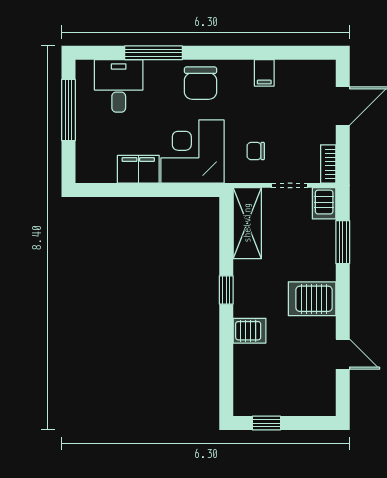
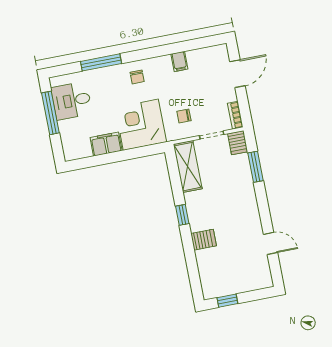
chair: (200, 83) -> (137, 77), width x0.54, depth x0.54
desk: (119, 86) -> (72, 101), moved, turned -90
server rack: (312, 299) -> (242, 210), removed

